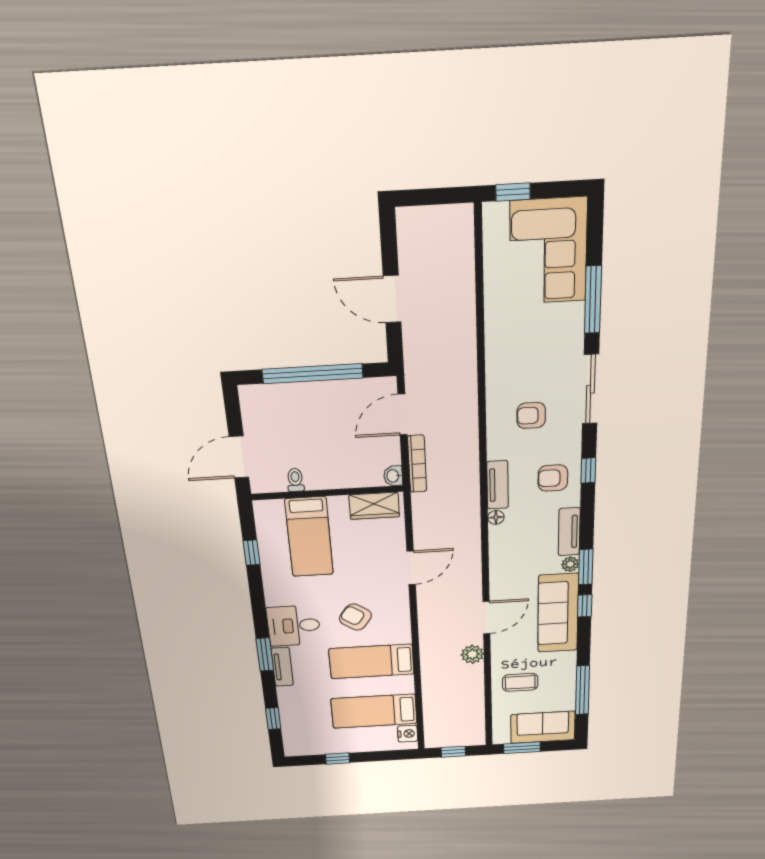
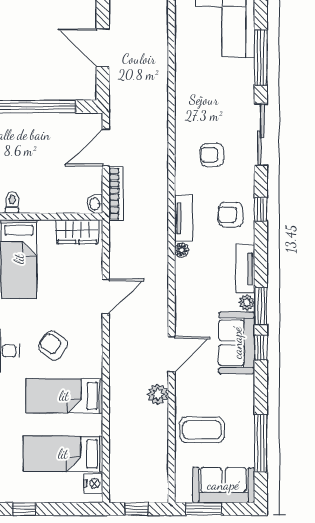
sofa: (558, 613) -> (237, 343), width x0.73
coffee table: (520, 682) -> (202, 430), width x1.36, depth x1.30

